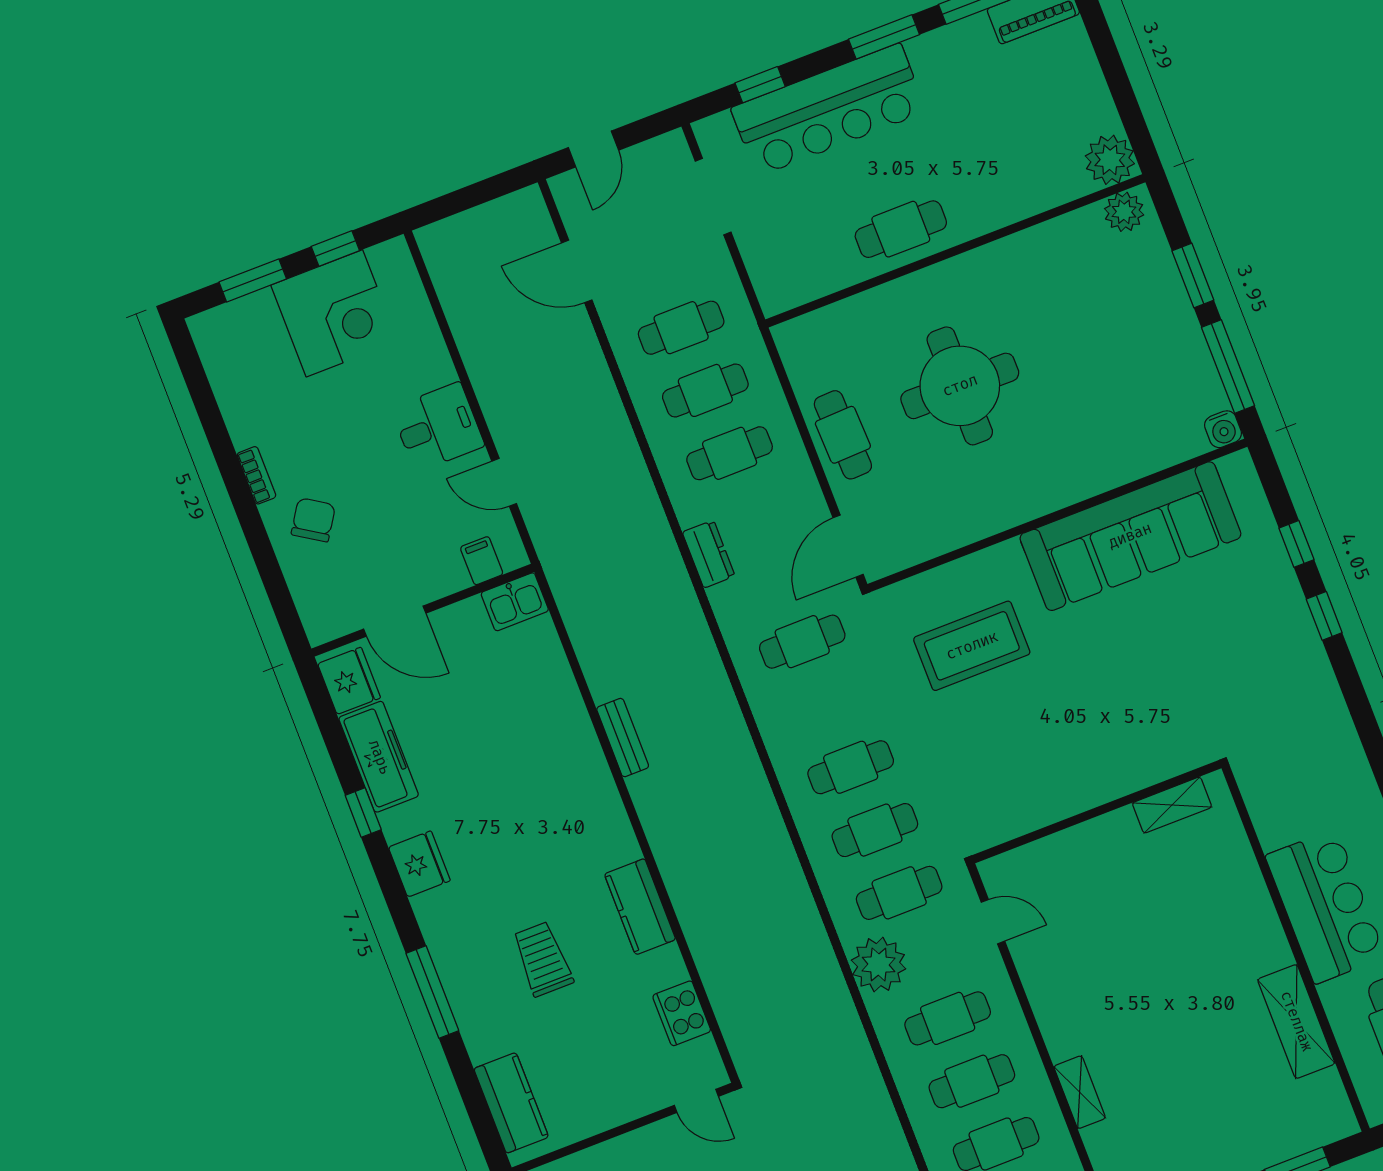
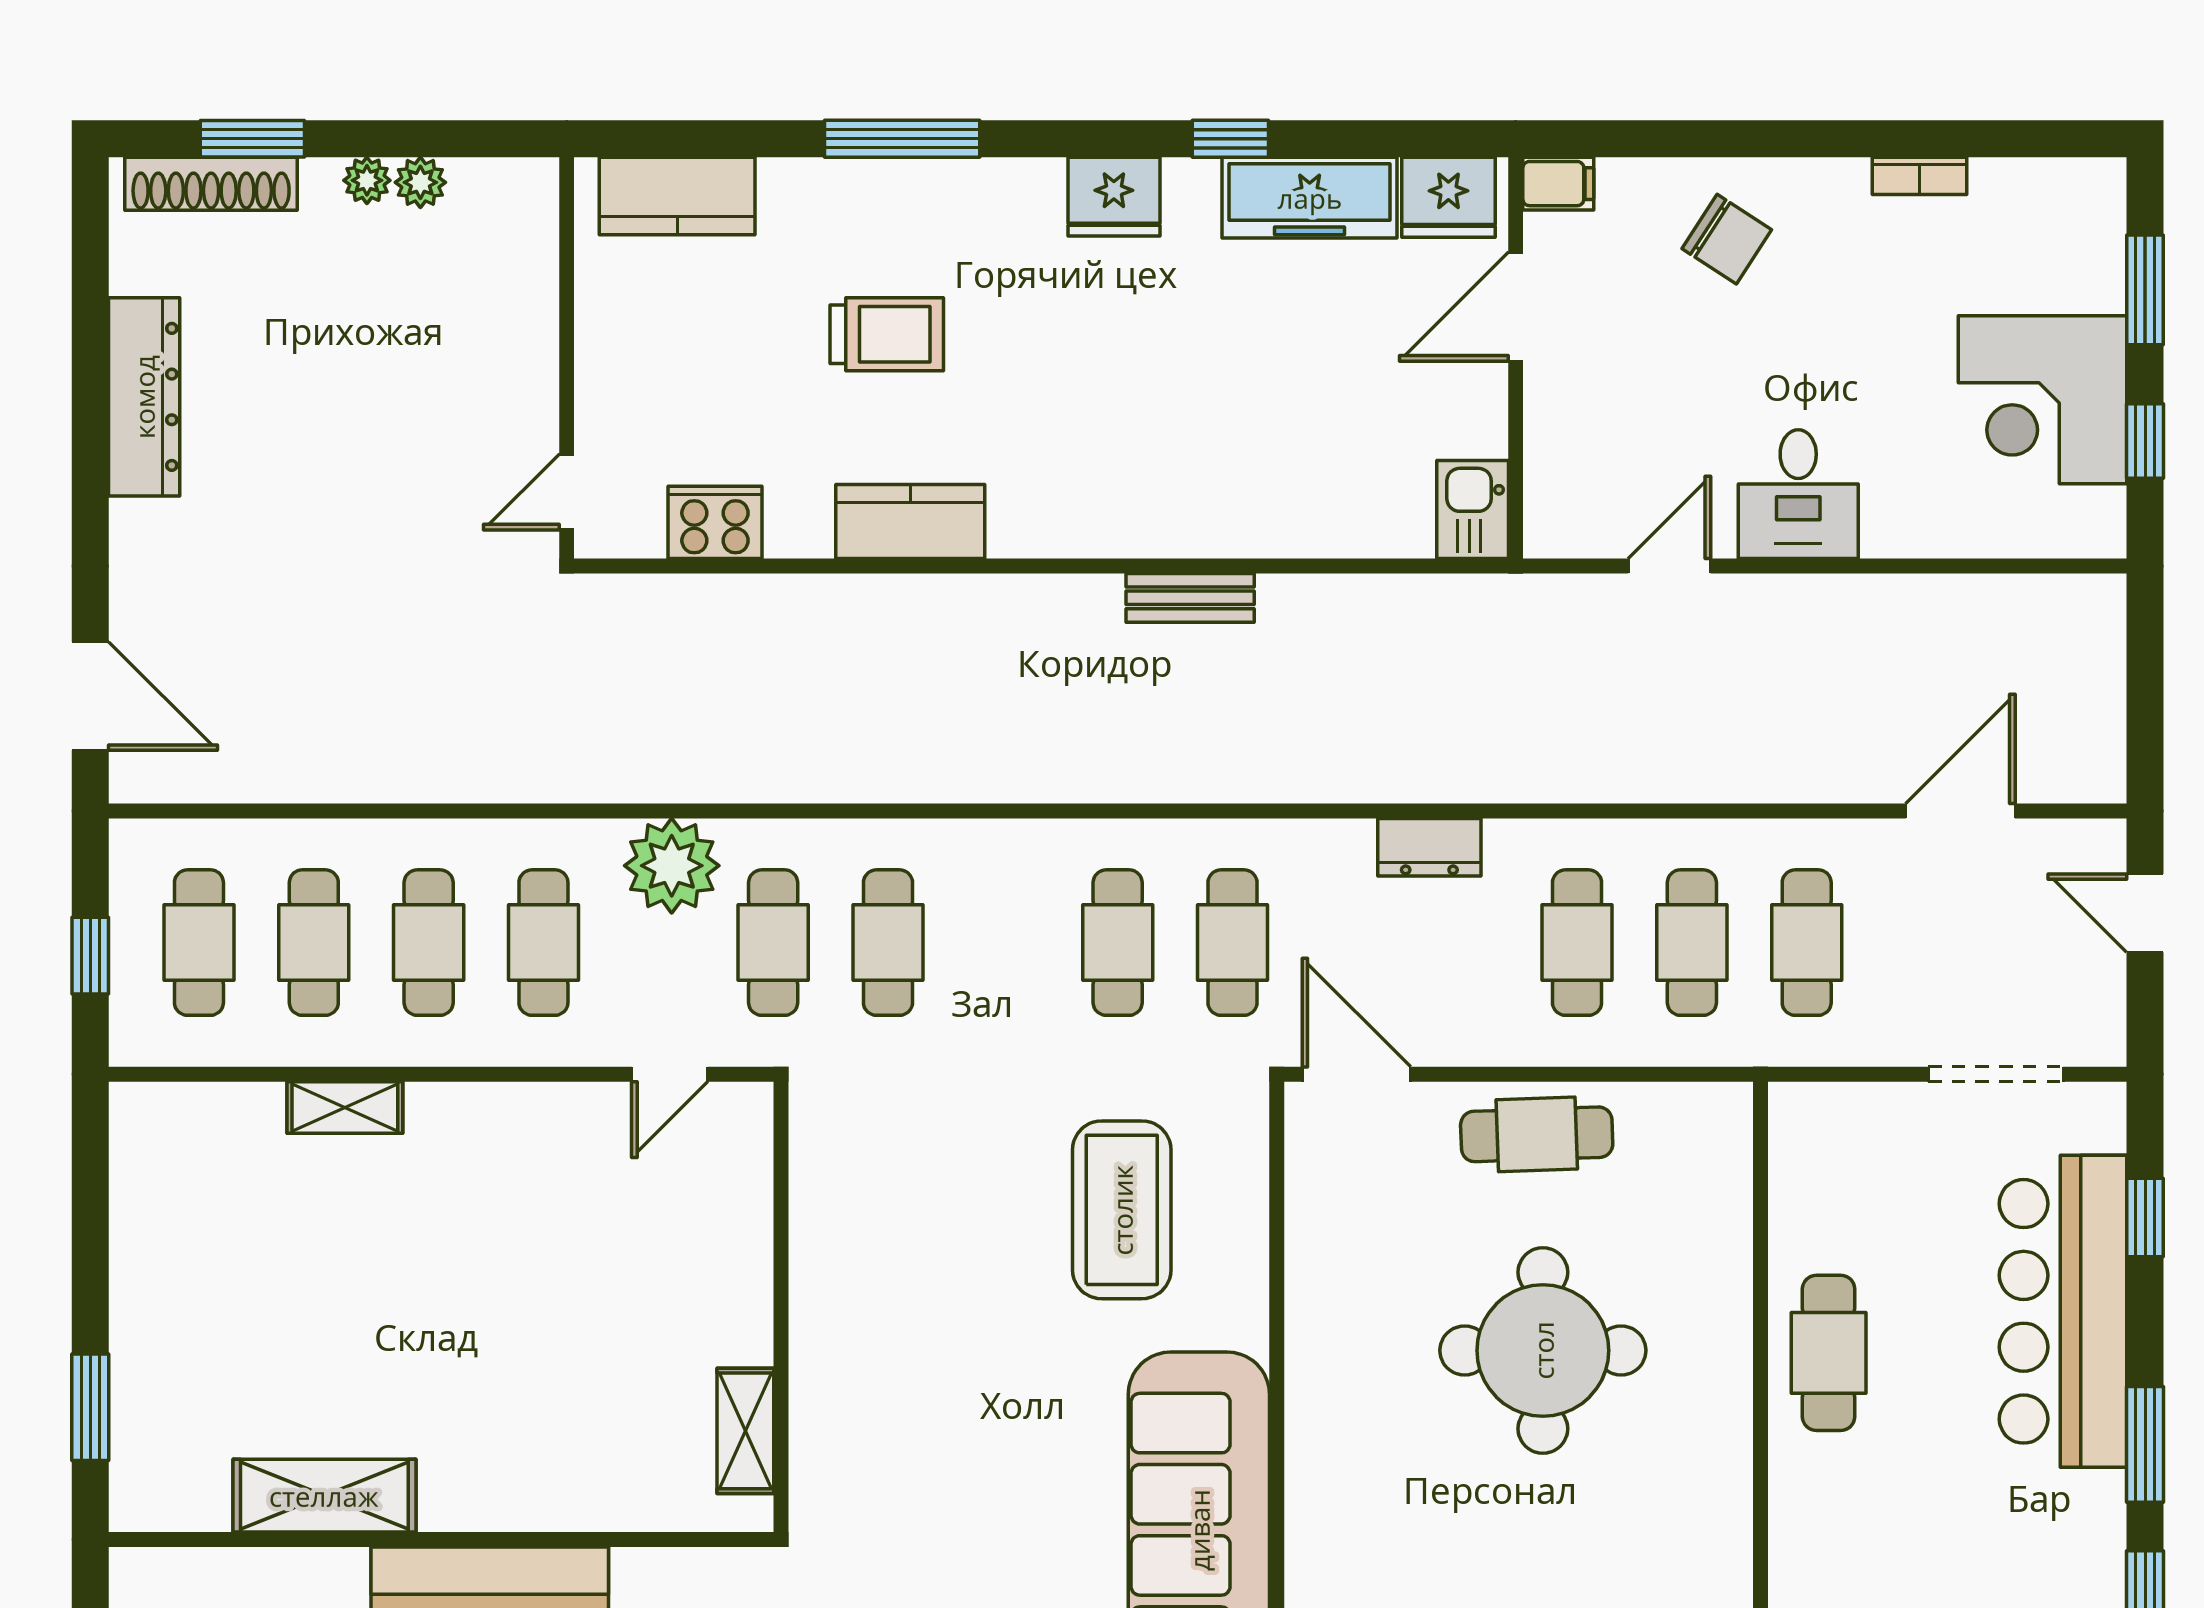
bookcase: (256, 475) -> (1919, 176), moved
filing cabinet: (482, 561) -> (1558, 184), moved
cafe table: (851, 767) -> (1118, 943), moved

